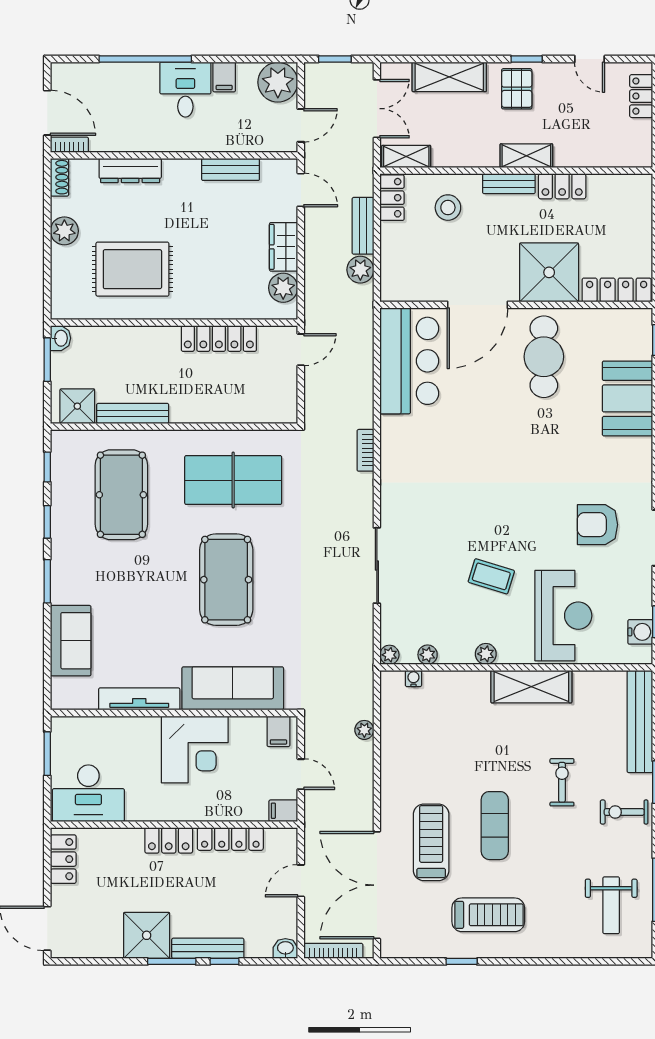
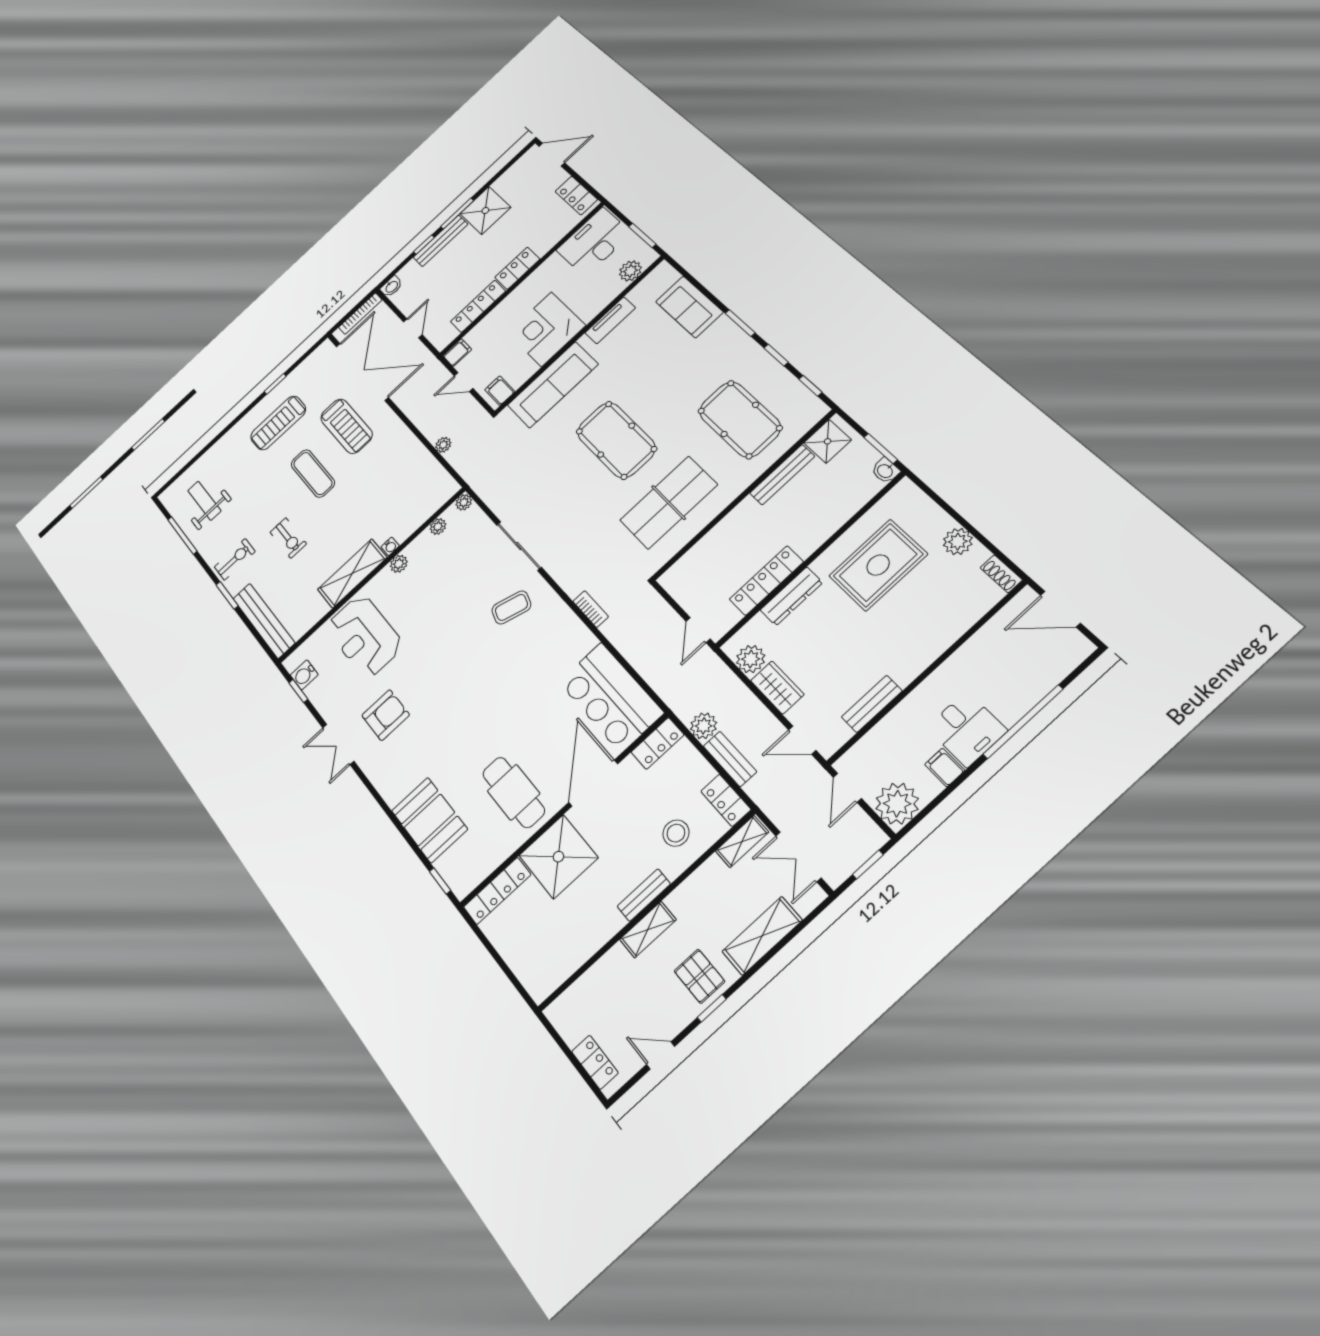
bookcase: (69, 145) -> (1018, 603), removed
dresser: (130, 171) -> (791, 596), moved, turned 180
locker: (562, 186) -> (657, 743), moved, turned 180
coffee table: (491, 576) -> (511, 607), moved
water cooler: (413, 679) -> (390, 546), moved
tv unit: (139, 699) -> (610, 320), width x0.71
plant: (85, 729) -> (630, 271), added

